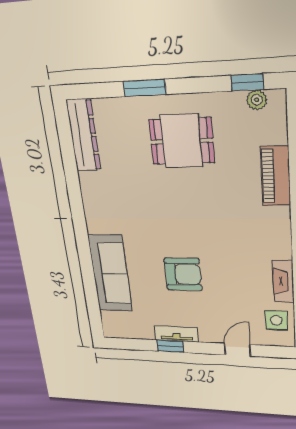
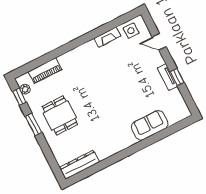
window: (144, 88) -> (33, 125), moved
piano: (276, 176) -> (45, 71), moved
sofa: (110, 273) -> (150, 125), width x0.73
armchair: (183, 274) -> (130, 87), removed

